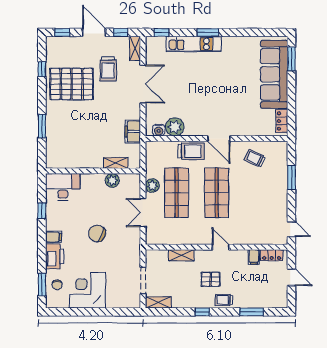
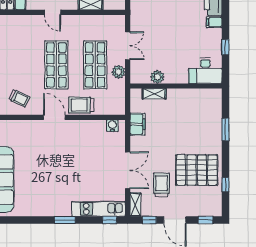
kitchen unit: (194, 44) -> (99, 209), moved
double door: (143, 84) -> (128, 170), swing flipped
plant: (175, 127) -> (97, 129), removed
chair: (97, 233) -> (172, 26), removed

